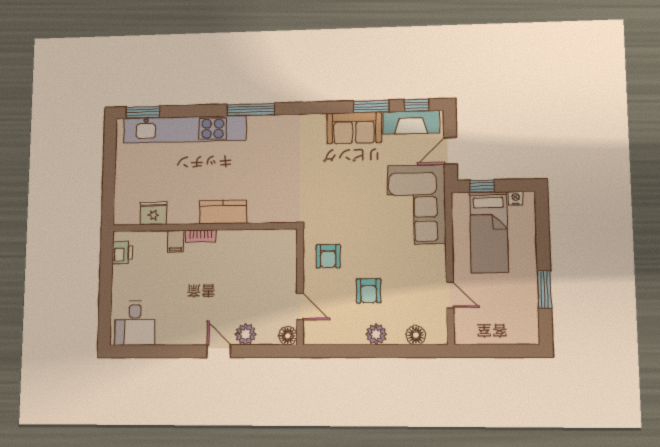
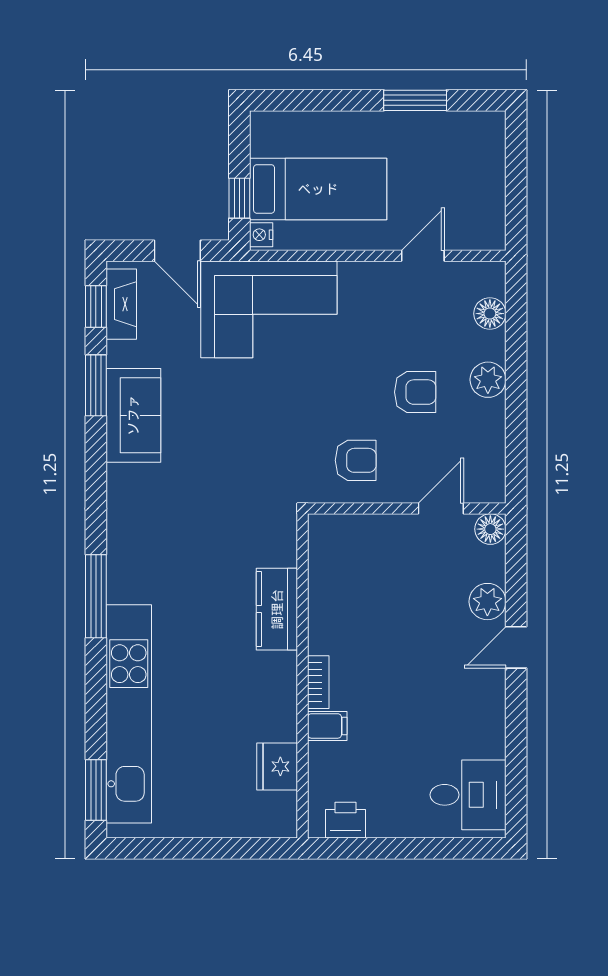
fireplace: (411, 122) -> (121, 304), width x0.73, depth x0.76
nightstand: (516, 198) -> (261, 235), moved
kitchen counter: (223, 212) -> (277, 609), moved

